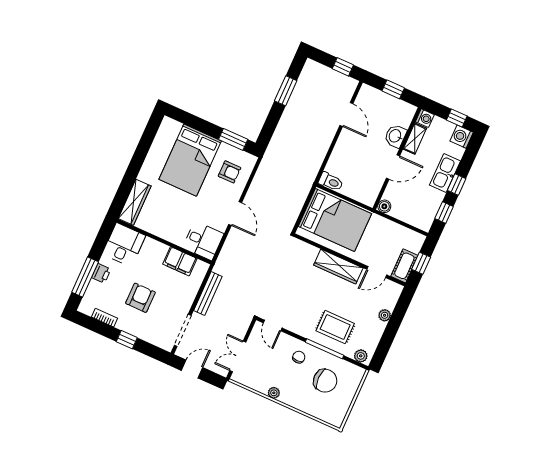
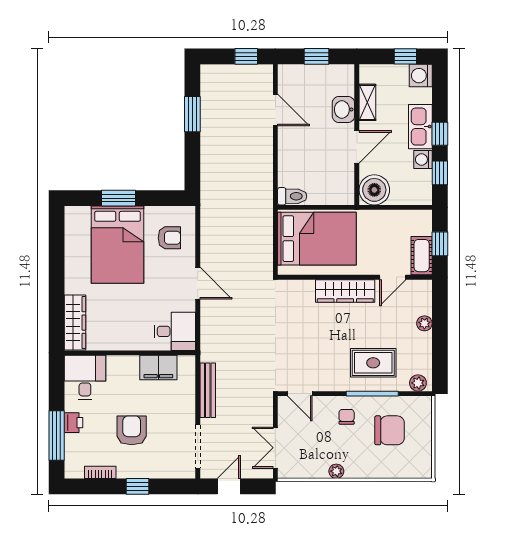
washing machine: (425, 118) -> (423, 160), moved, turned 180
window: (233, 139) -> (118, 198), moved
boiler: (384, 206) -> (374, 190), width x1.86, depth x1.86

